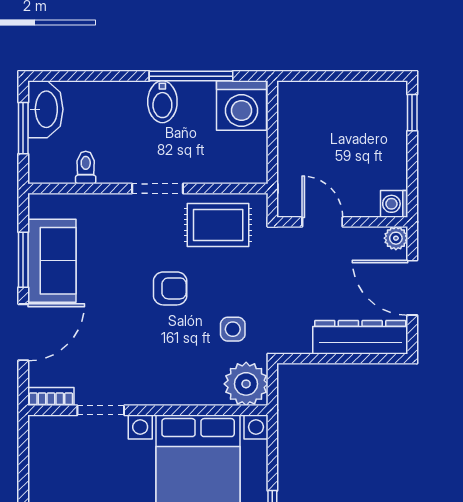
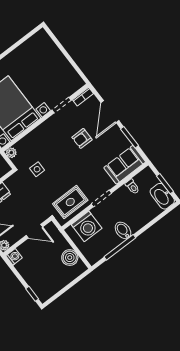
washing machine: (241, 106) -> (87, 226), moved, turned 180
boiler: (295, 126) -> (70, 258), added
sofa: (52, 261) -> (125, 165), moved, turned 90
armchair: (170, 288) -> (82, 138), moved
plant: (246, 384) -> (11, 153), width x0.53, depth x0.53

